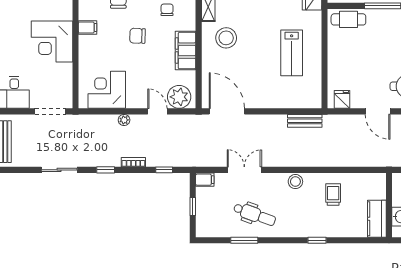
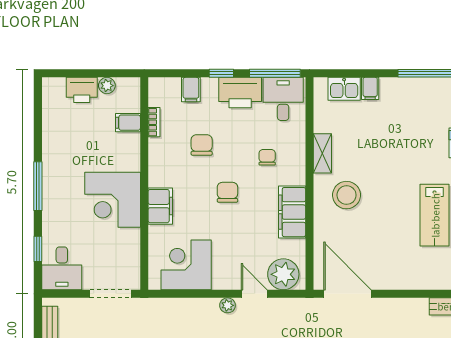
filing cabinet: (88, 27) -> (160, 206), moved, width x2.00
chair: (138, 36) -> (227, 192), turned 88
plant: (124, 120) -> (228, 305), moved

